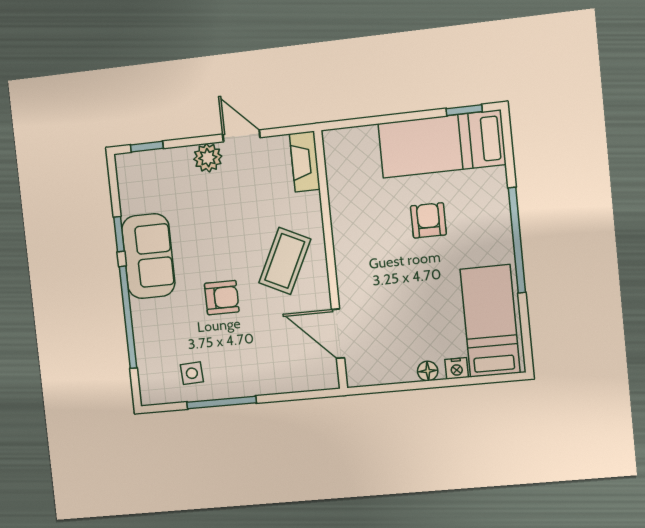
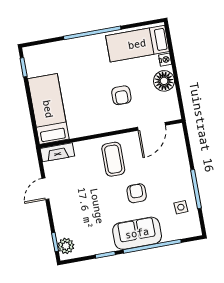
bed: (442, 144) -> (48, 109), moved, turned 180
plant: (208, 158) -> (66, 246), moved
armchair: (428, 220) -> (121, 95), moved, turned -90
sofa: (148, 256) -> (137, 233), moved
coffee table: (285, 261) -> (113, 159), turned 64
floor lamp: (428, 371) -> (164, 81), width x1.89, depth x1.89

